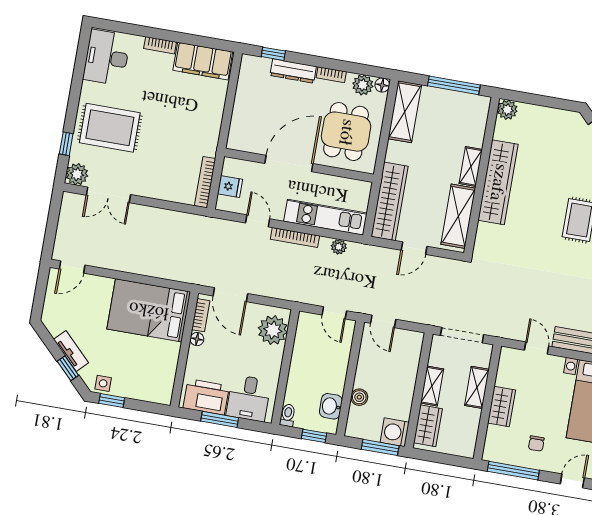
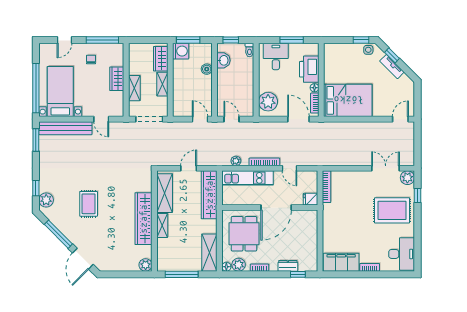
dresser: (293, 71) -> (288, 266), width x0.70
fridge: (230, 187) -> (310, 199), moved
printer: (206, 397) -> (309, 69), moved, turned 90

